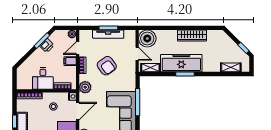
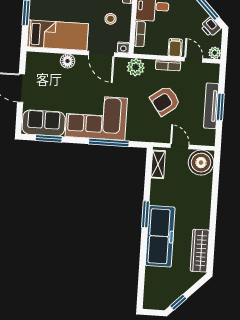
wardrobe: (192, 35) -> (200, 251), moved
printer: (47, 46) -> (210, 27), moved
door: (137, 54) -> (180, 146), swing flipped
freezer: (181, 63) -> (160, 236), moved
shelving: (231, 67) -> (151, 282), removed

